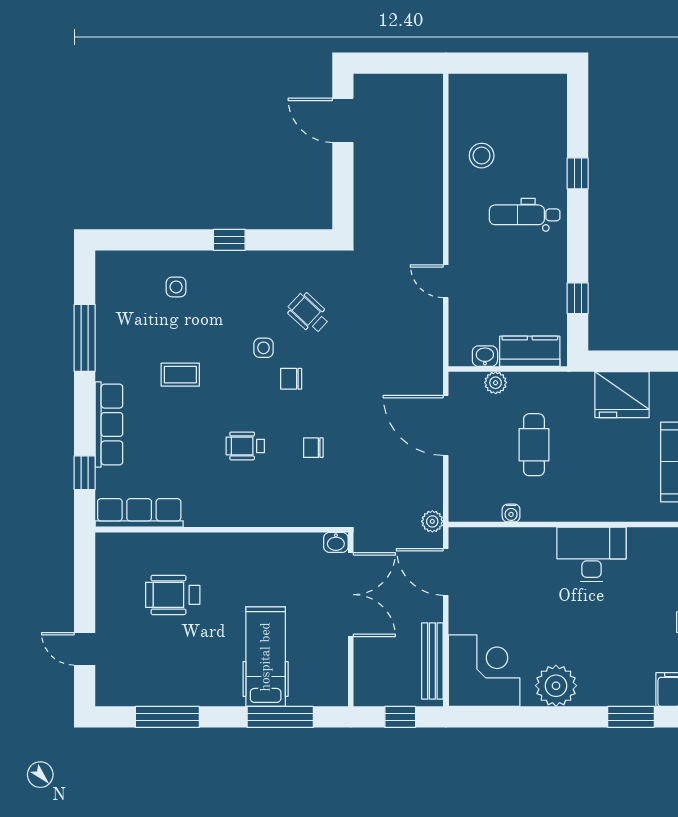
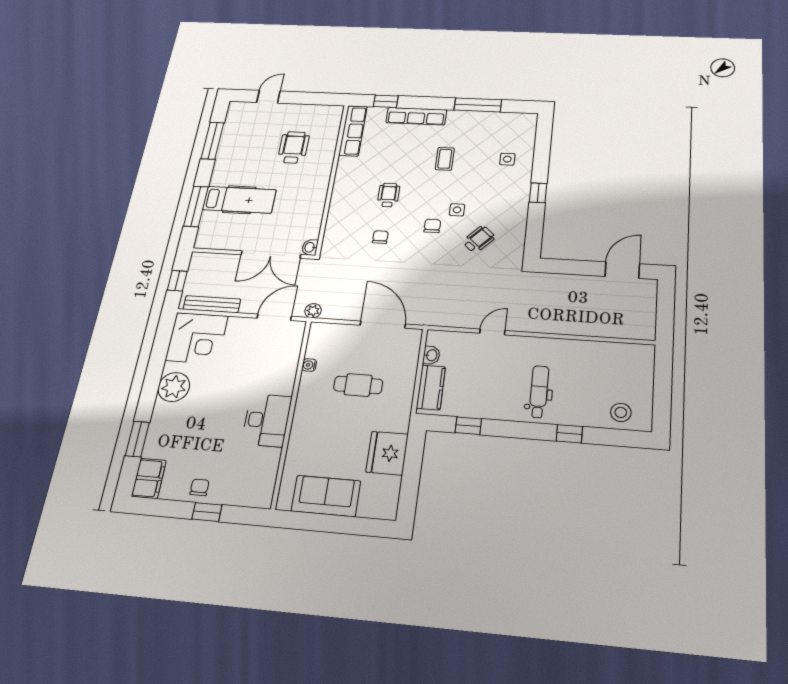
stool: (482, 156) -> (621, 412), moved
plant: (496, 383) -> (410, 361), removed
door: (446, 425) -> (383, 325), hinge flipped

